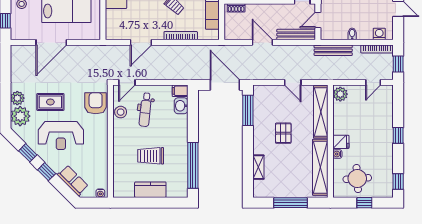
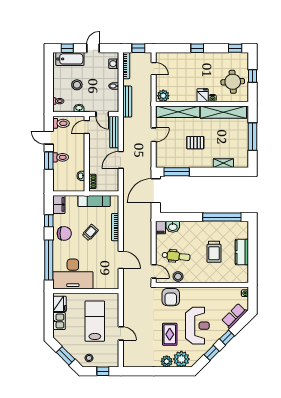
door: (51, 42) -> (121, 333), width x0.53
armchair: (96, 103) -> (171, 297), turned -90

